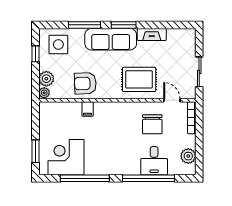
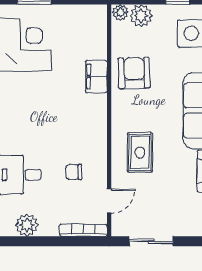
rug: (139, 79) -> (140, 152), width x0.73, depth x0.70
filing cabinet: (88, 109) -> (96, 76), width x2.00
chair: (152, 124) -> (74, 172), width x0.54, depth x0.54

